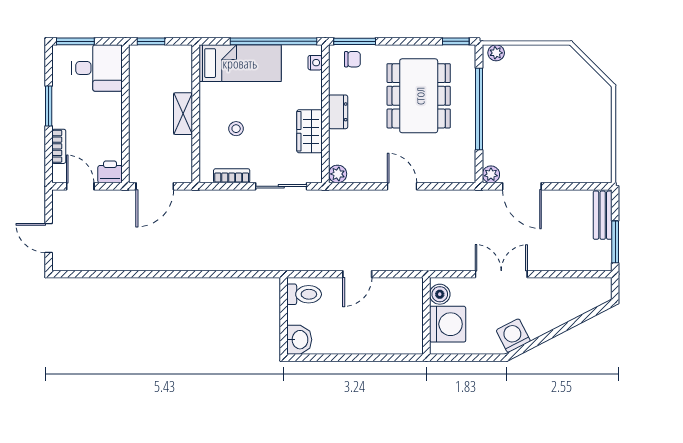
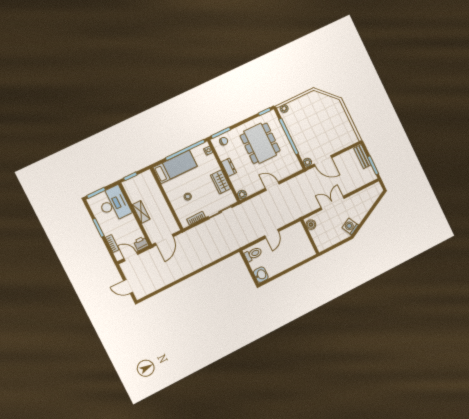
desk: (97, 68) -> (114, 204), width x1.37
shelving: (183, 114) -> (141, 212), moved
washing machine: (448, 324) -> (321, 236), removed

